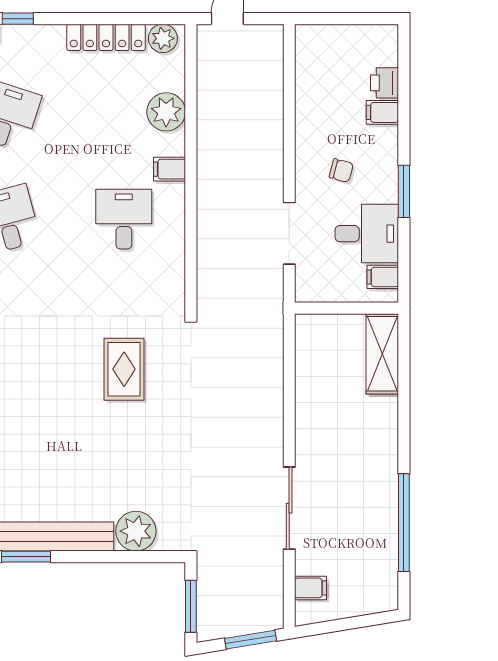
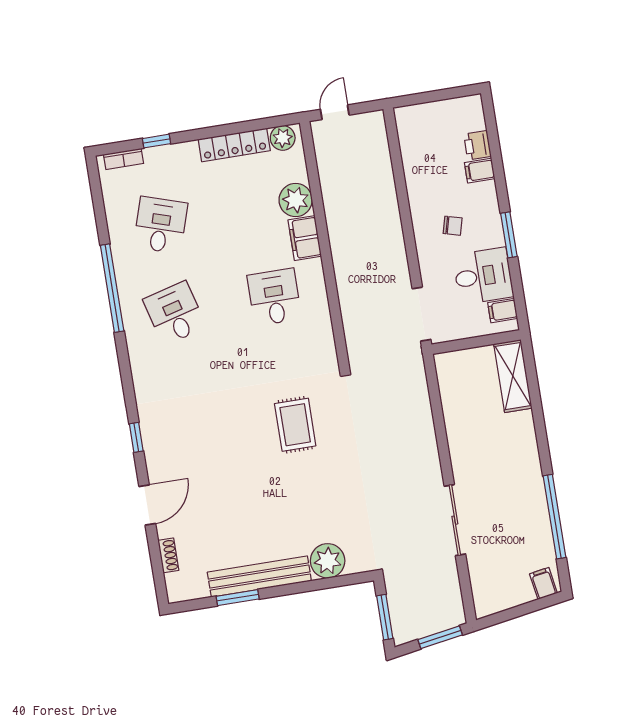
filing cabinet: (170, 169) -> (305, 238), width x2.00
doorway: (289, 233) -> (421, 314), moved
filing cabinet: (310, 588) -> (543, 583), moved, turned -99

